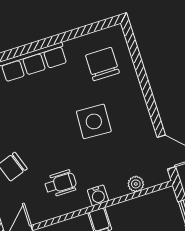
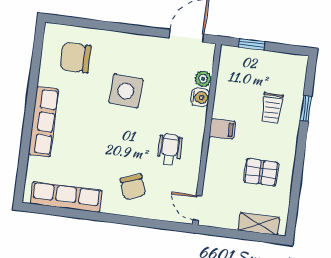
water cooler: (98, 195) -> (200, 97), moved

